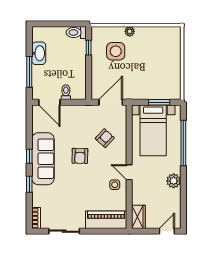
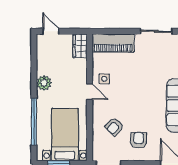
armchair: (80, 156) -> (139, 140), moved
door: (167, 231) -> (51, 31), swing flipped

